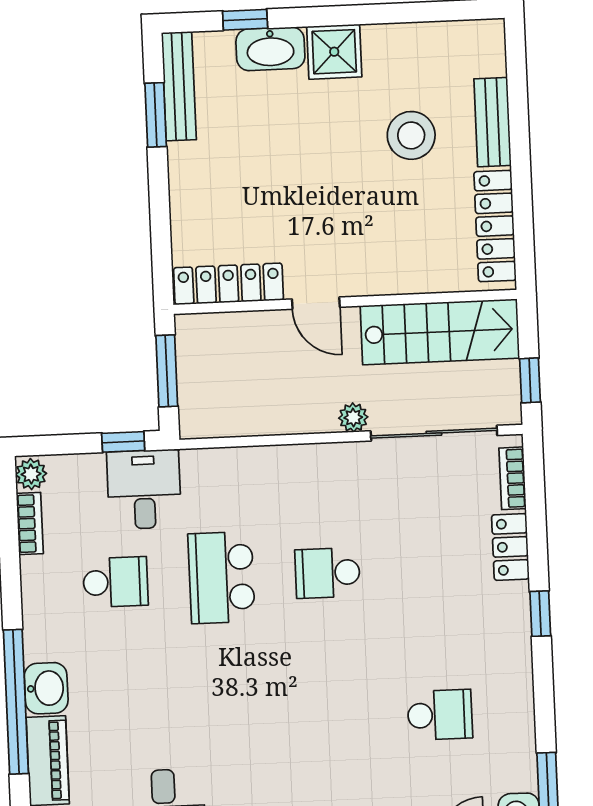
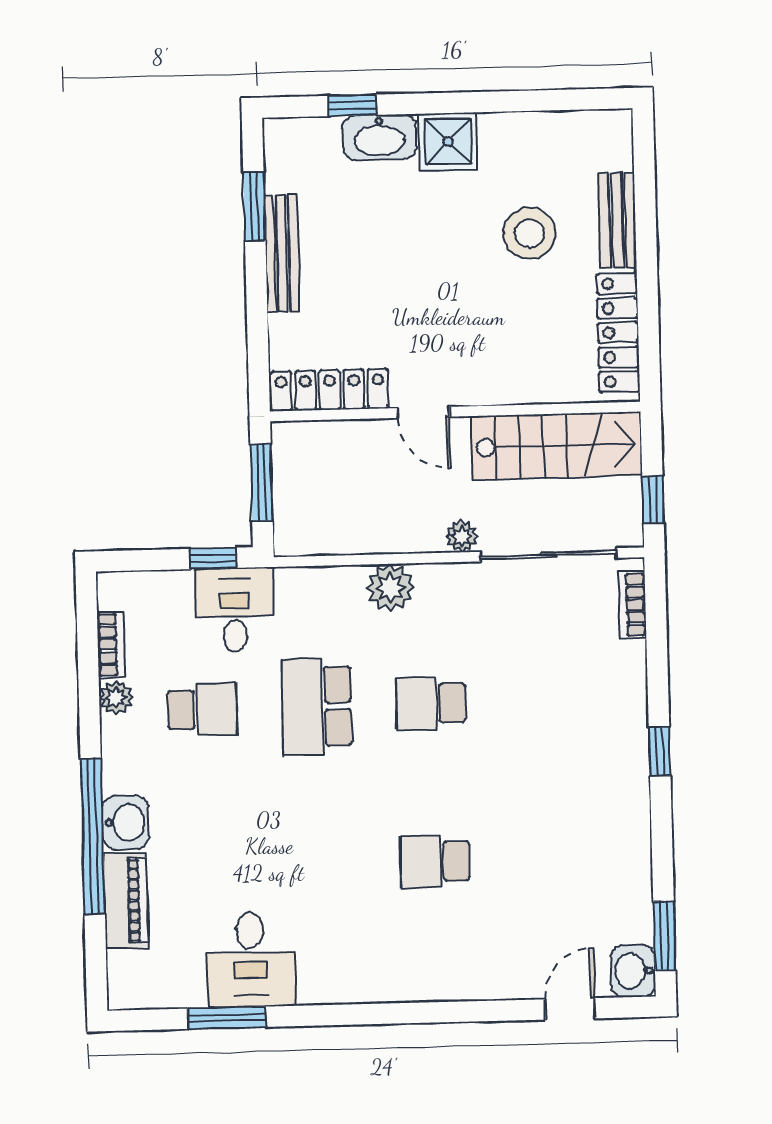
bench: (179, 86) -> (282, 253), moved
plant: (288, 466) -> (390, 587), added
plant: (31, 474) -> (116, 698), moved
locker: (510, 547) -> (629, 679), removed
school desk: (440, 715) -> (435, 862), moved, turned 180

